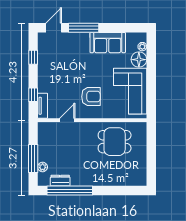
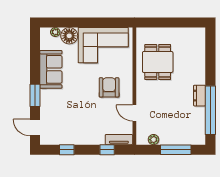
window: (84, 28) -> (35, 95), width x0.69
plant: (43, 167) -> (153, 140), moved
dresser: (60, 180) -> (199, 96), moved

